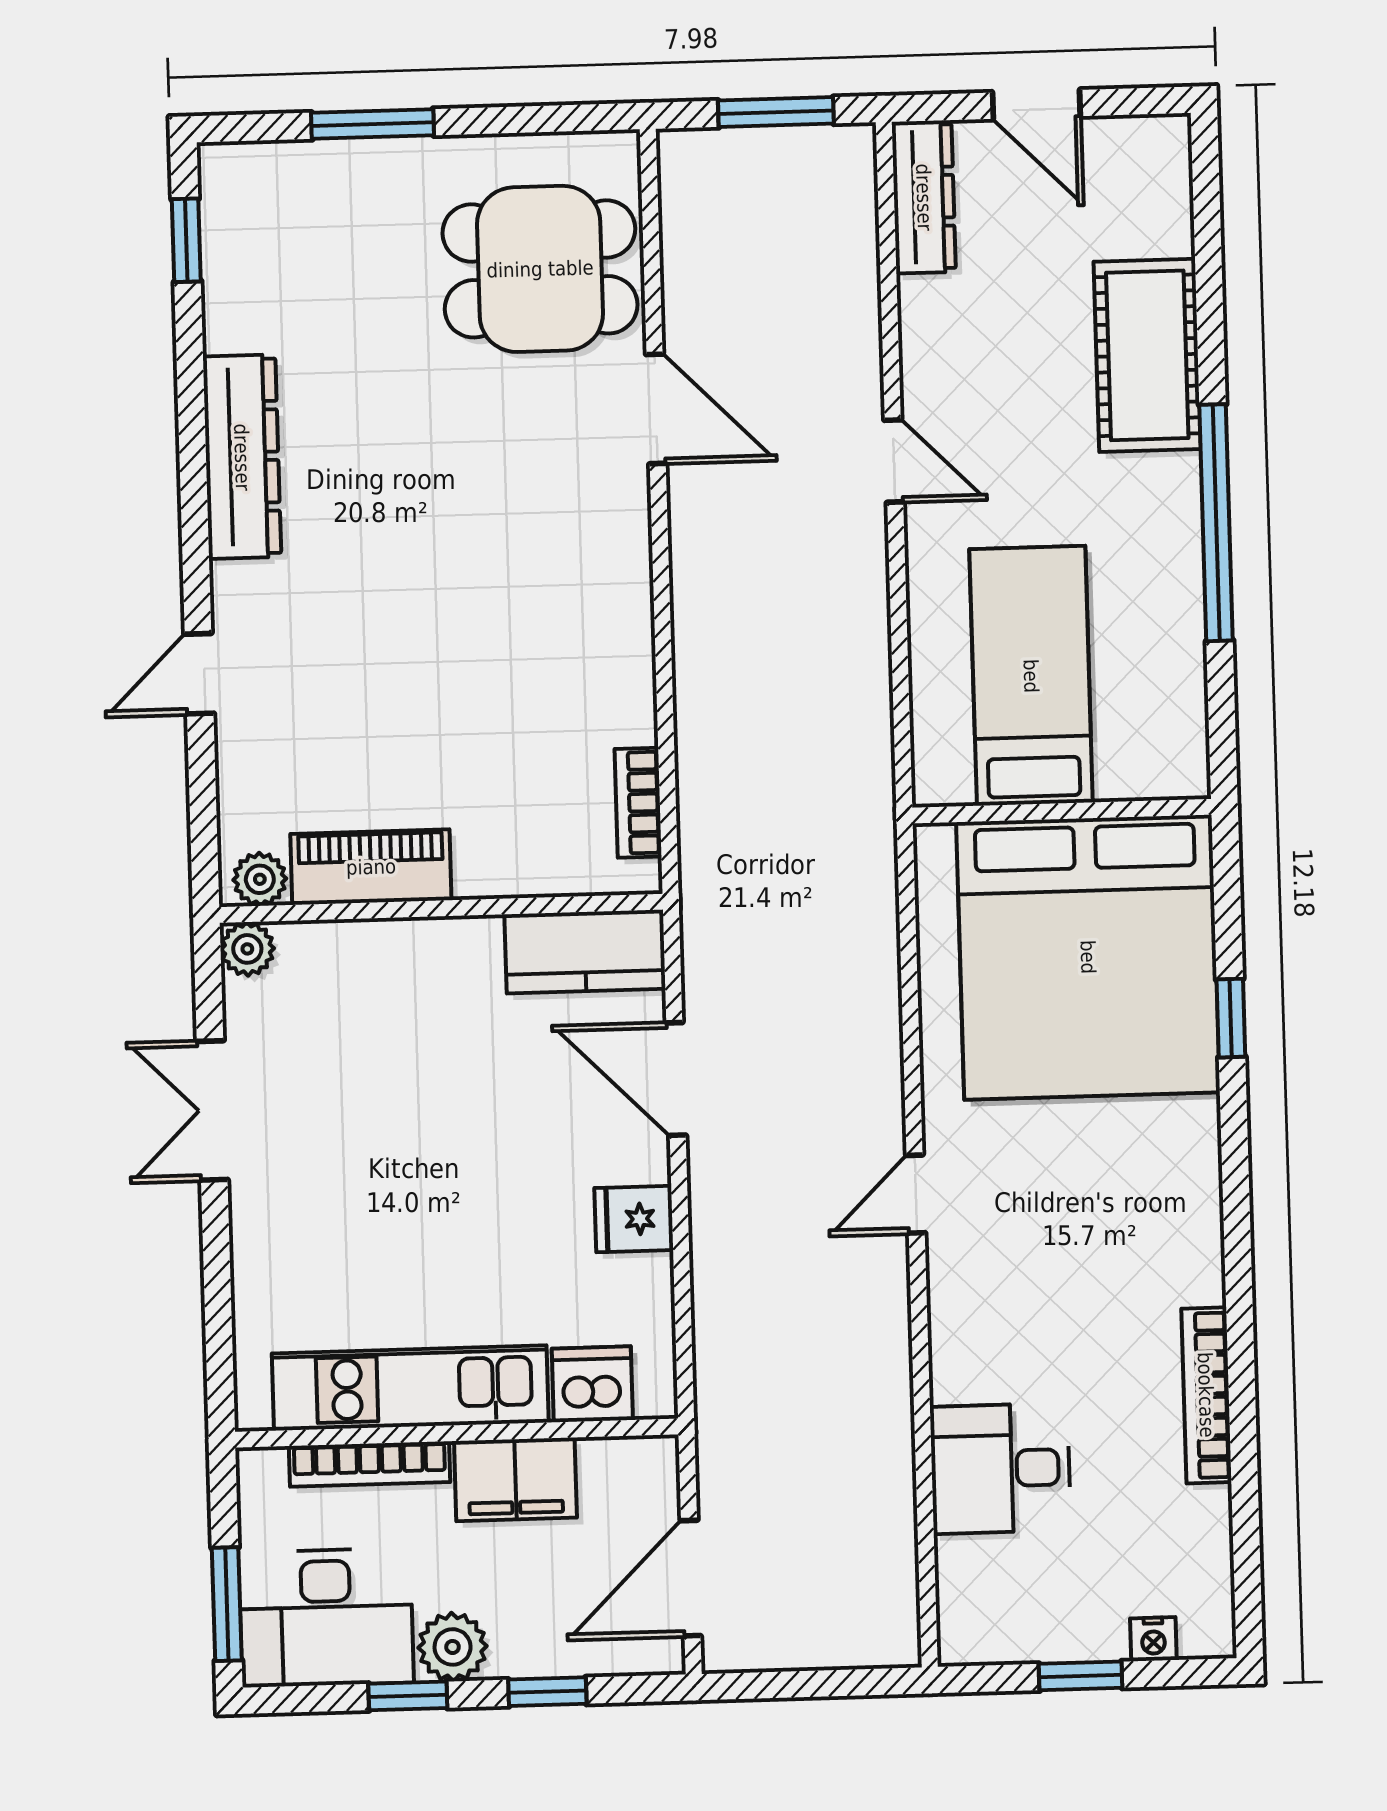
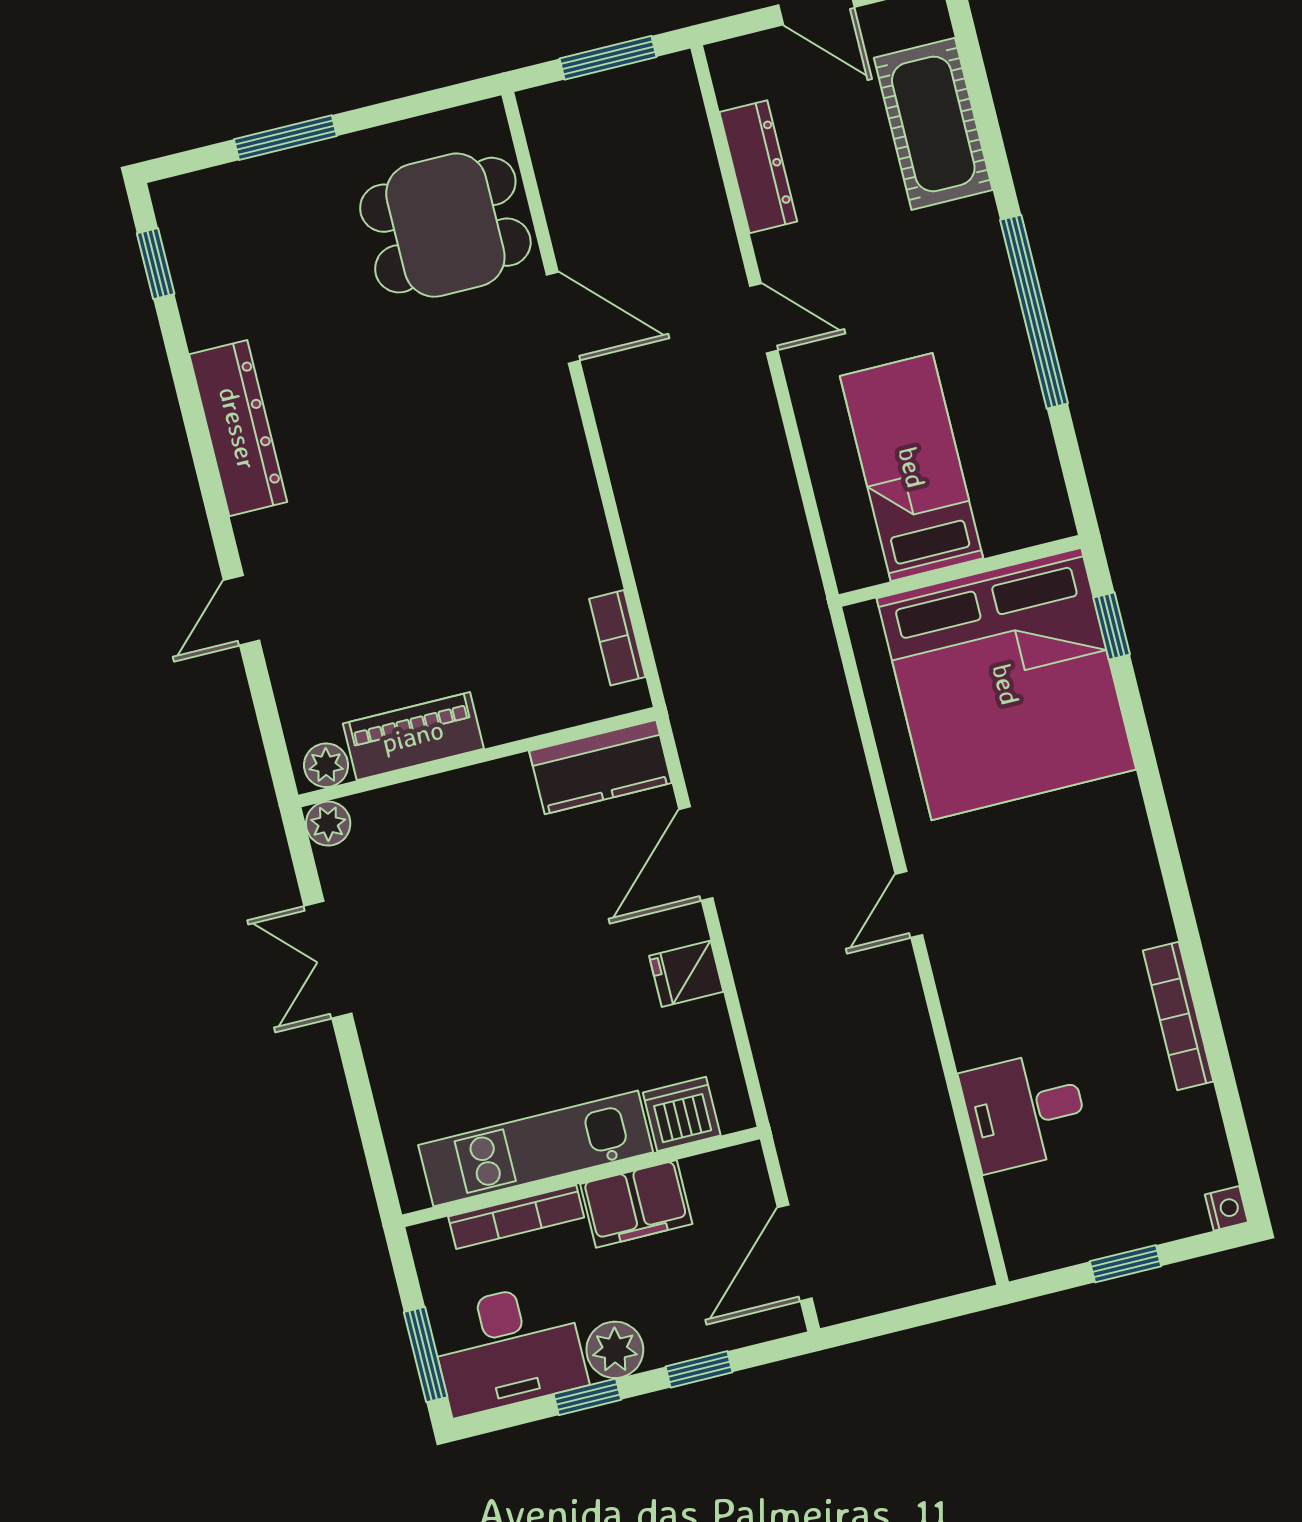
dresser: (924, 197) -> (758, 167), moved
cot: (1147, 355) -> (933, 124), moved
window: (1231, 1018) -> (1112, 626), moved
door: (676, 1079) -> (696, 854), hinge flipped
nightstand: (1153, 1639) -> (1226, 1208), moved, turned -90

